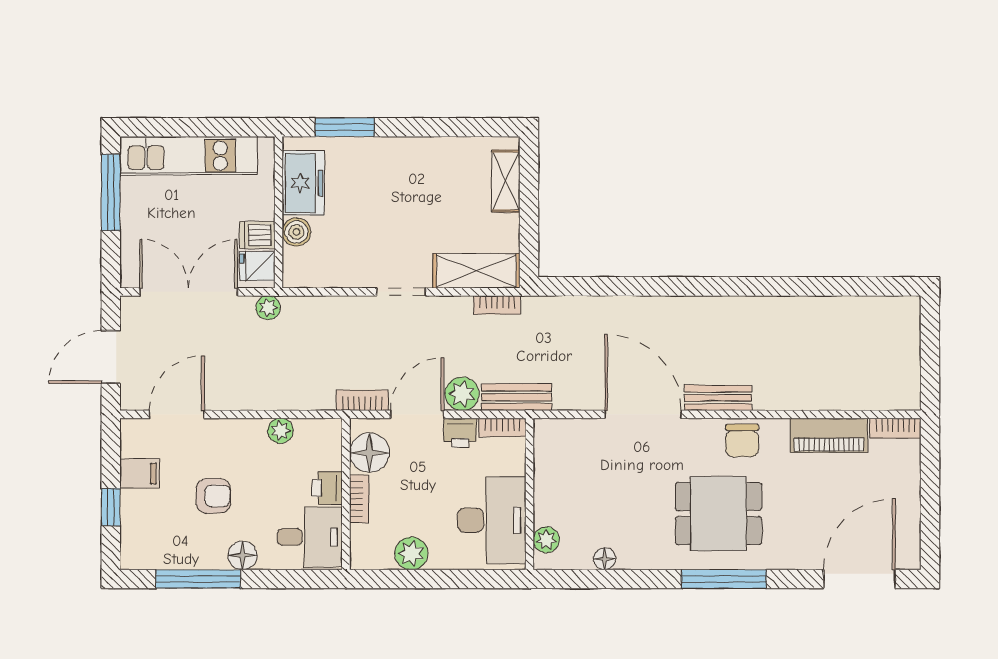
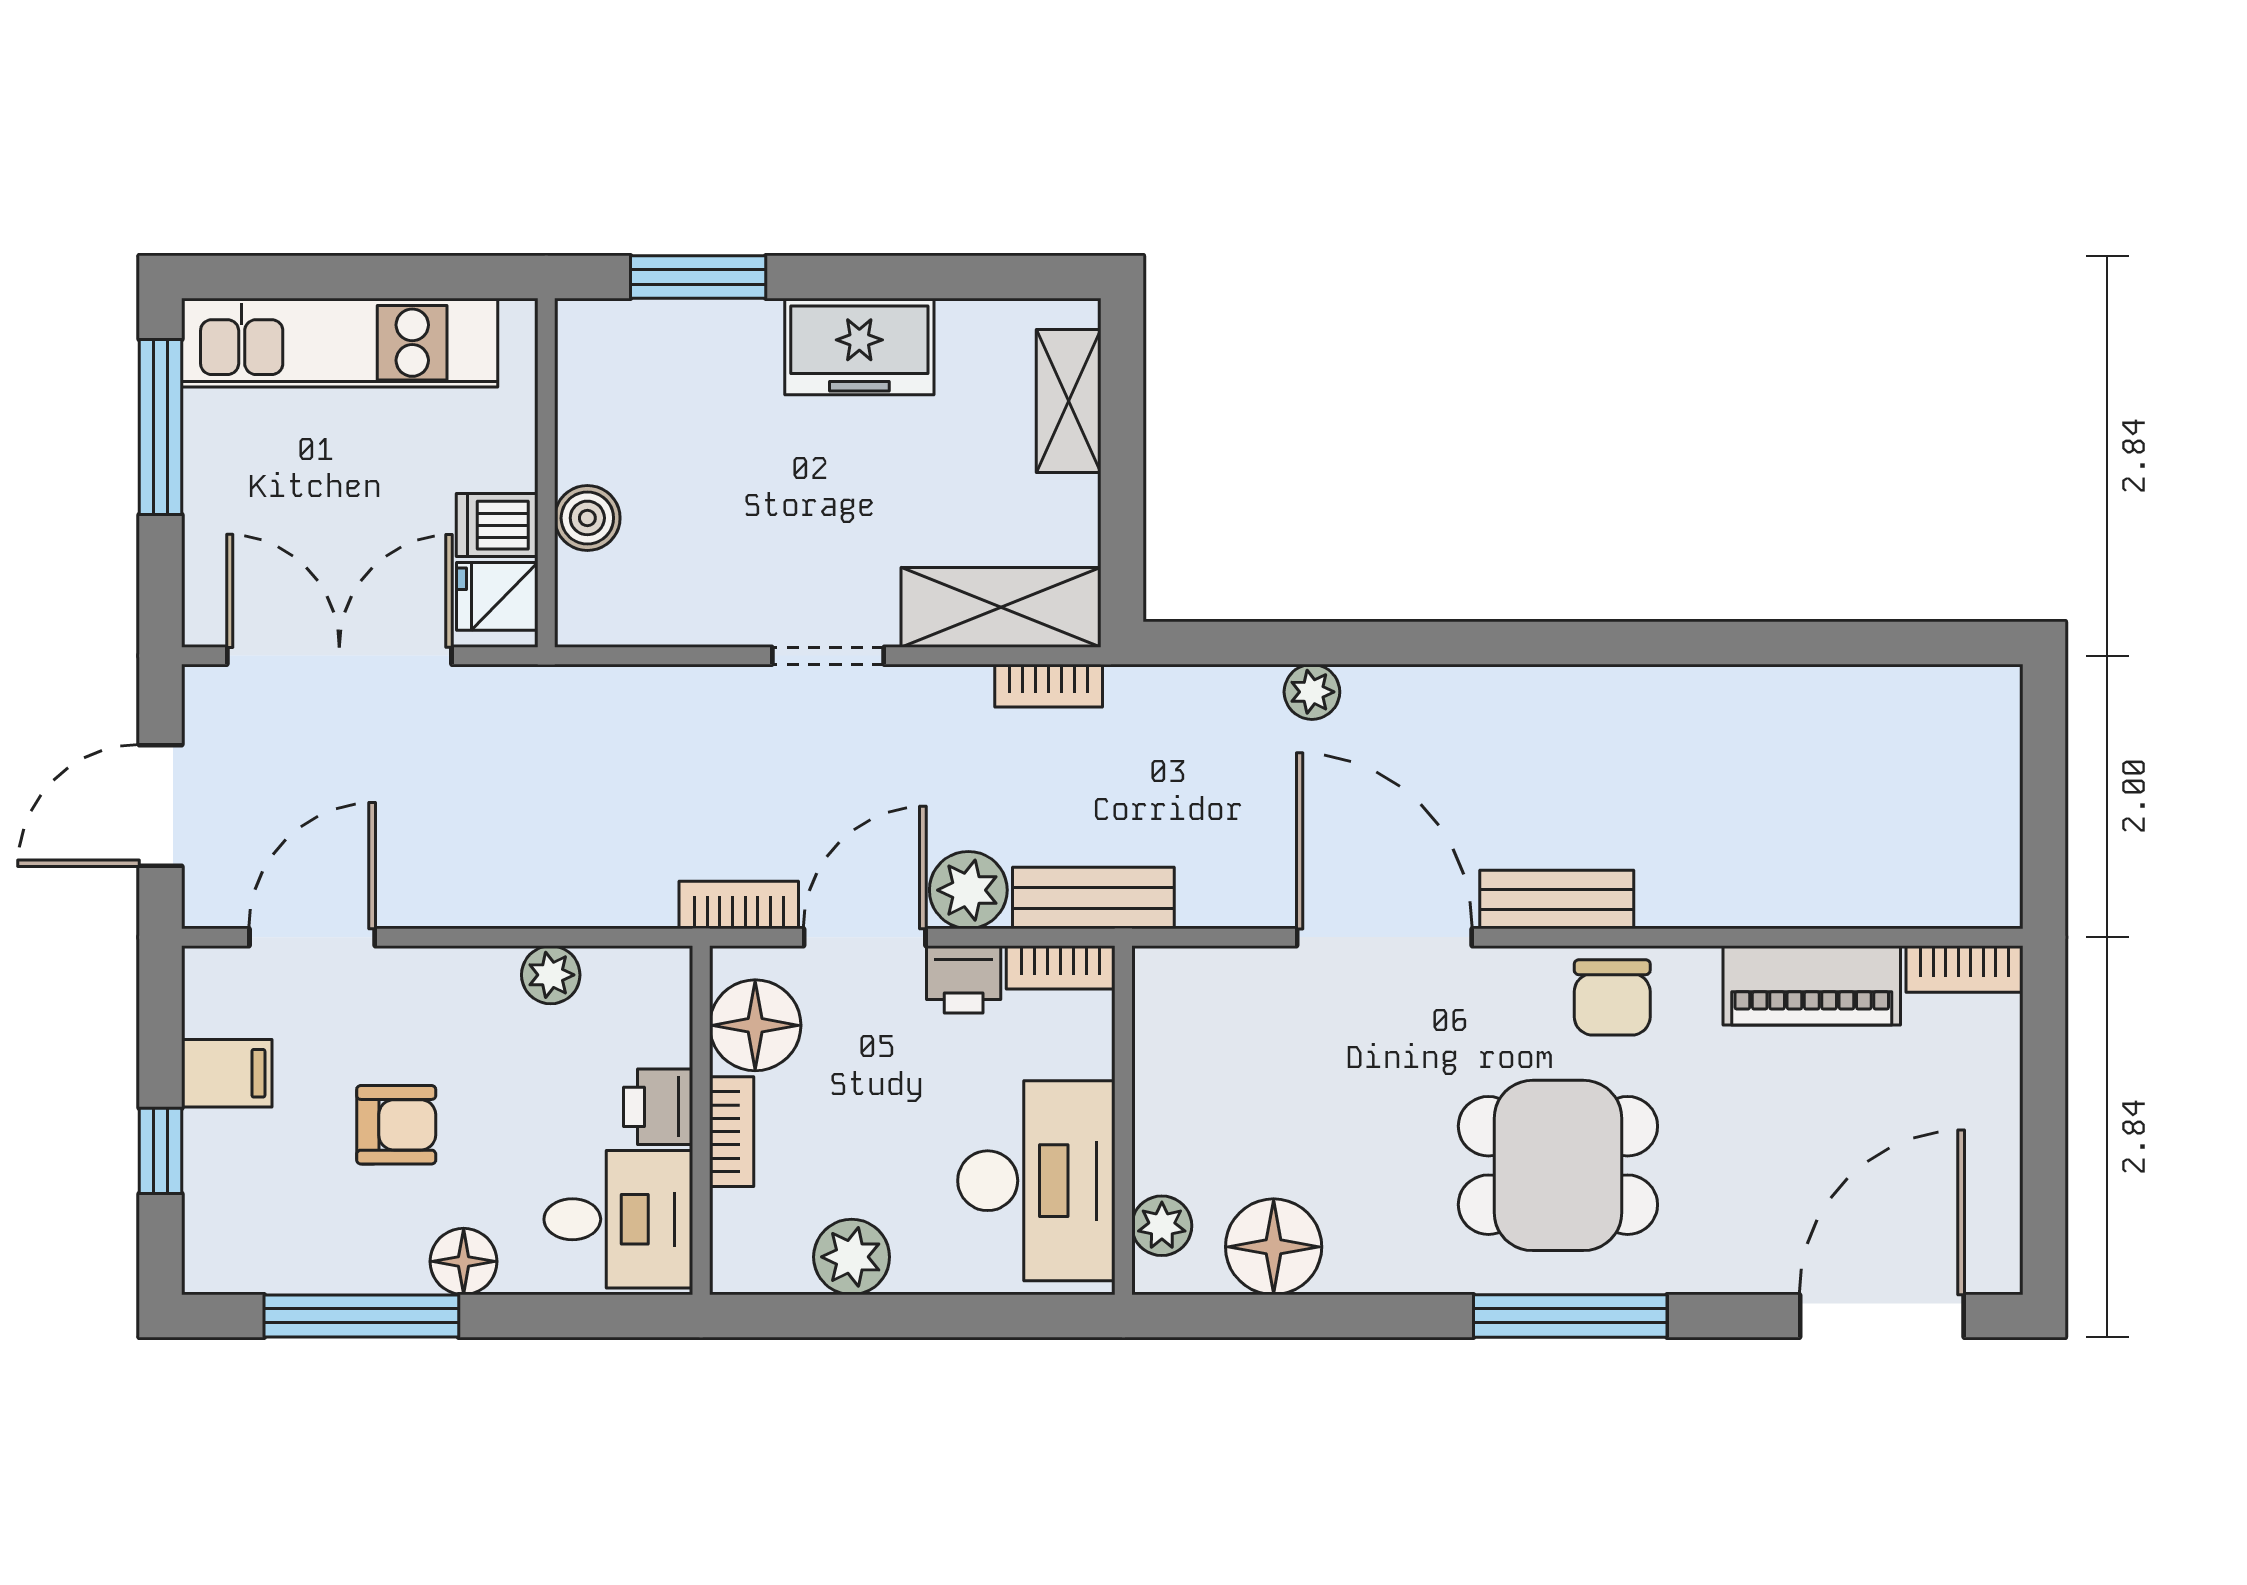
freezer: (303, 183) -> (859, 347), moved, turned 90
plant: (268, 308) -> (1312, 692), moved
floor lamp: (605, 559) -> (1274, 1247), width x1.89, depth x1.89

